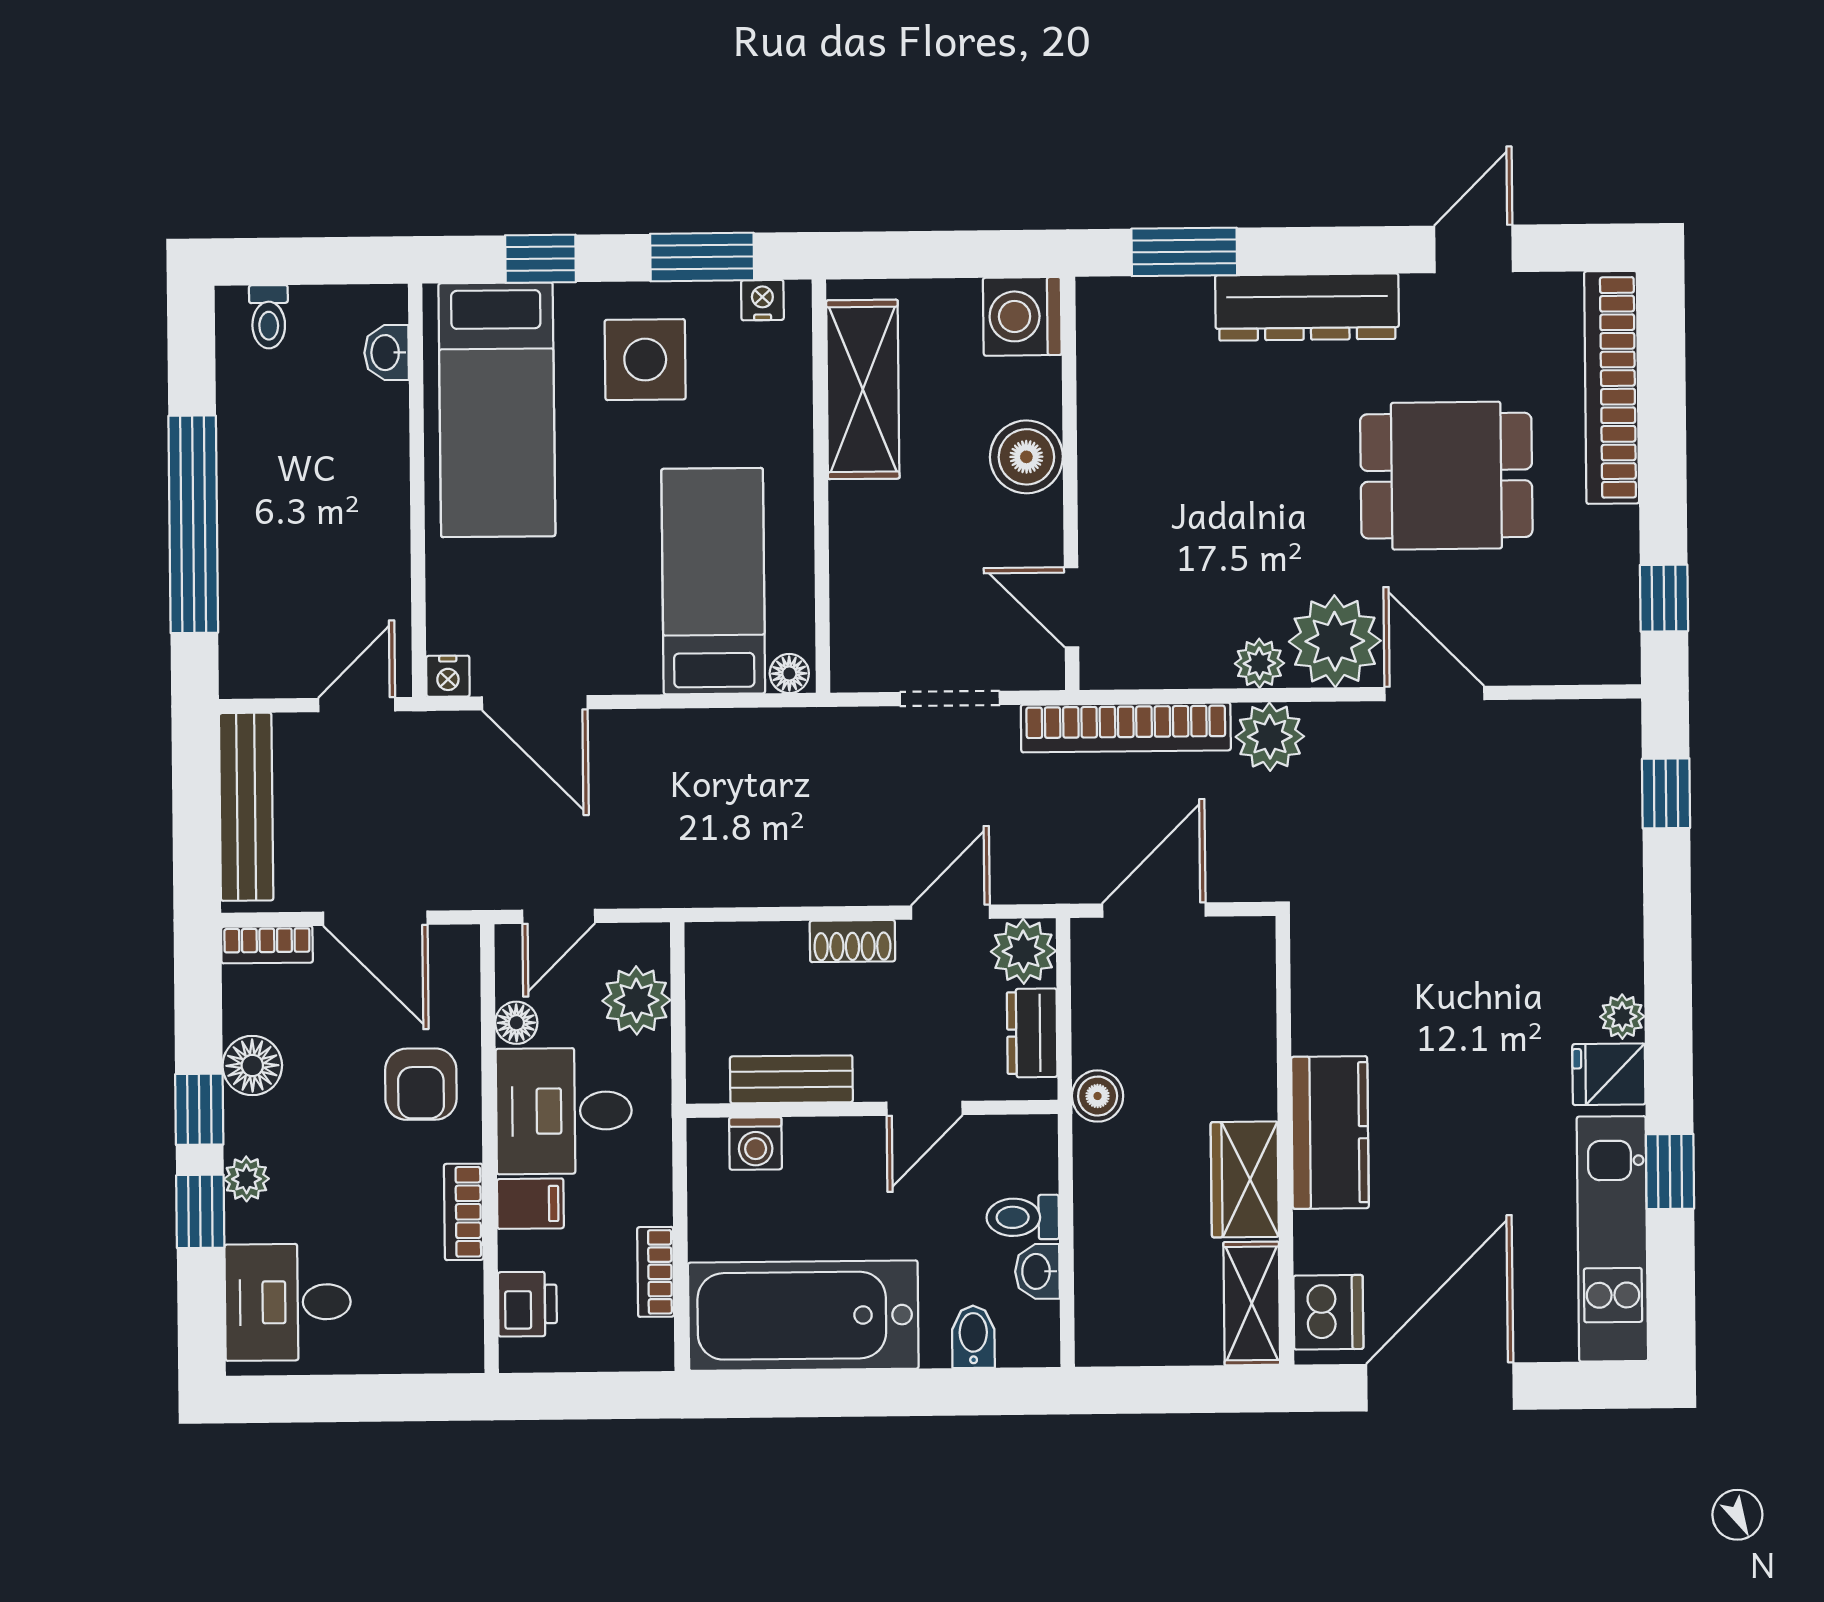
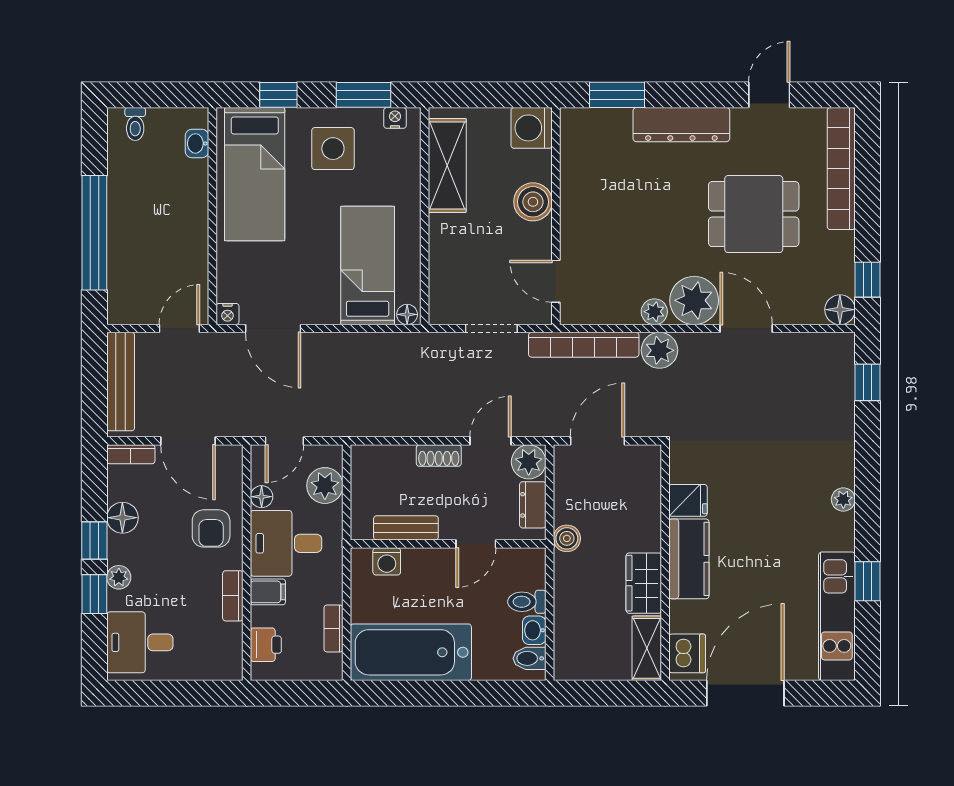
floor lamp: (1612, 656) -> (840, 310), added
fridge: (1609, 1074) -> (688, 500), moved, turned 180
bidet: (973, 1337) -> (529, 658), moved, turned -90

